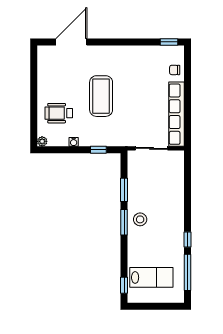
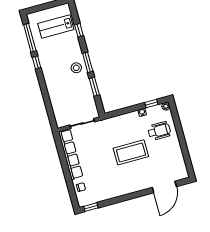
coffee table: (101, 96) -> (131, 152), turned 90
window: (98, 150) -> (151, 103), moved
window: (124, 285) -> (79, 30), moved

